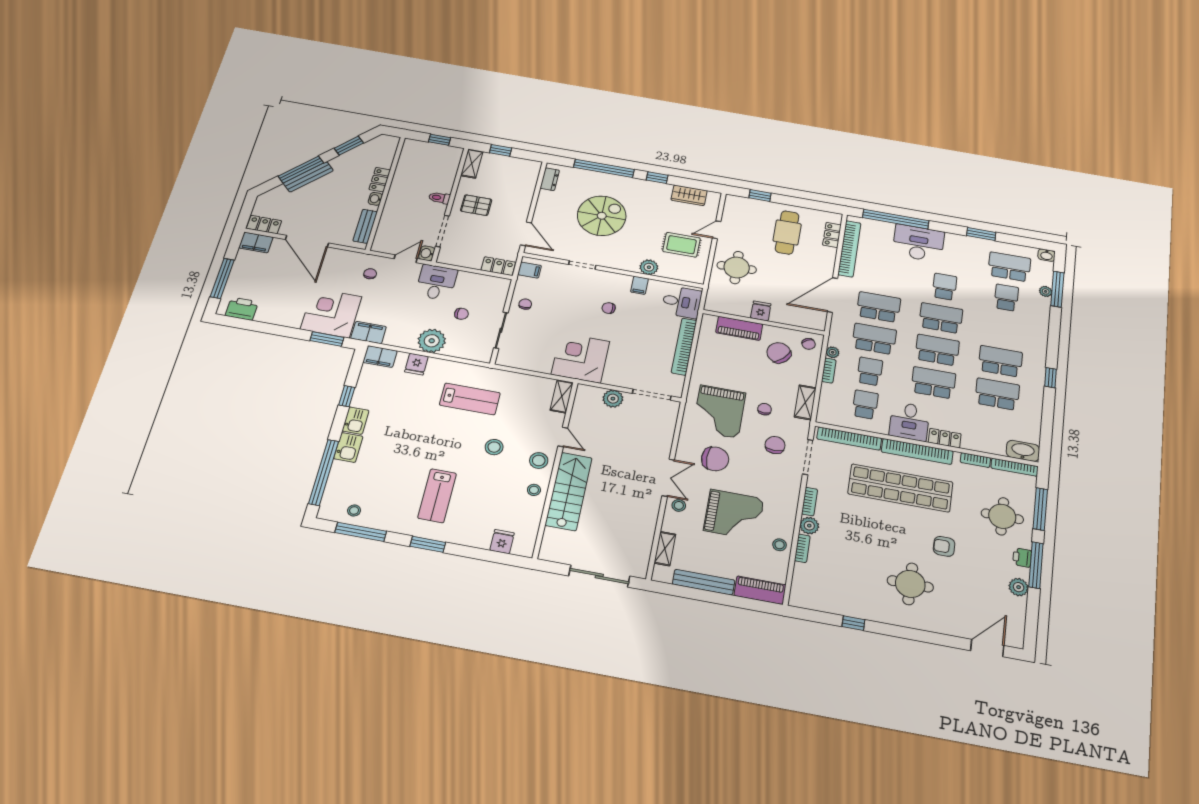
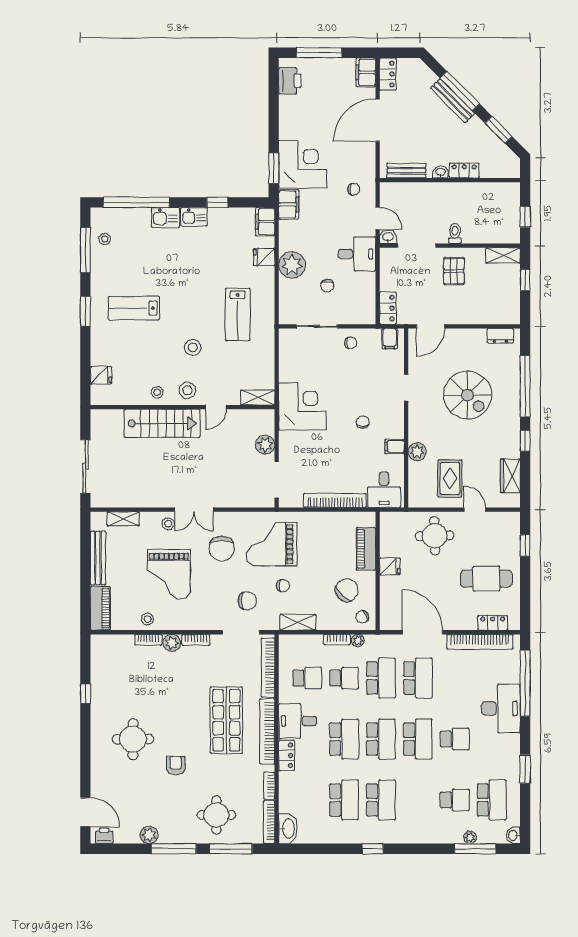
shop shelf: (900, 488) -> (226, 720), width x0.71
printer: (1022, 558) -> (104, 836), moved

